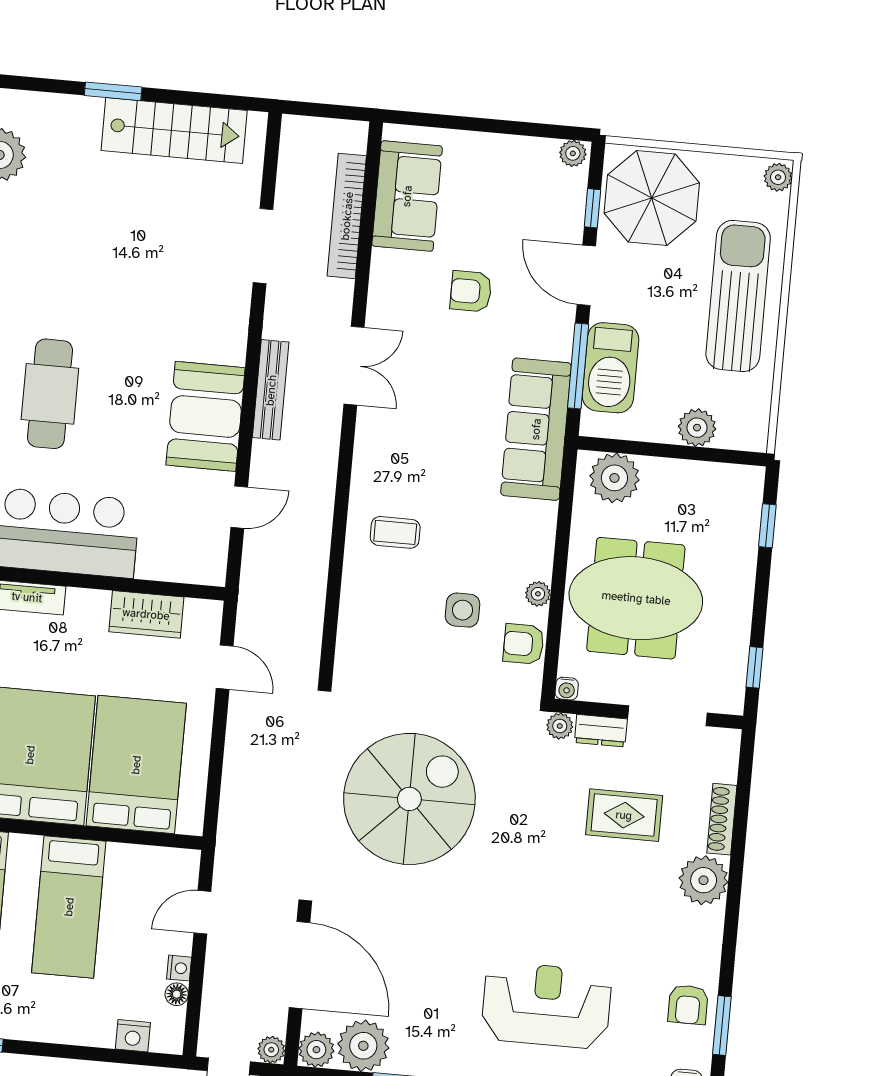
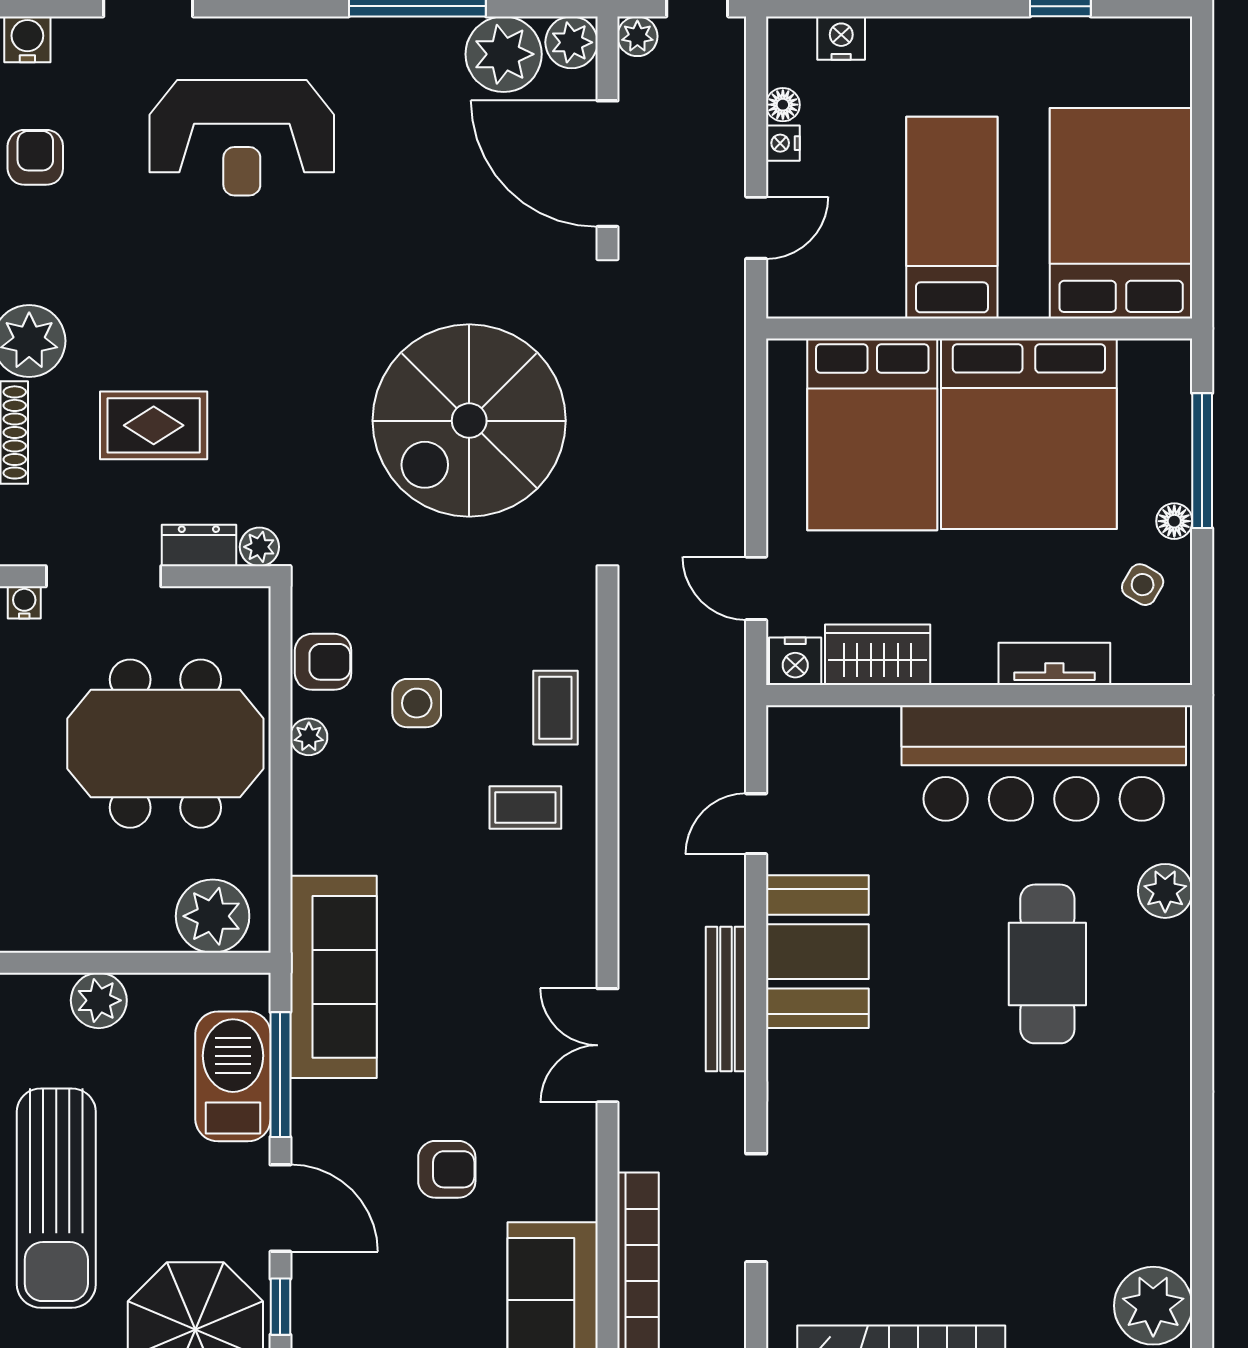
coffee table: (369, 598) -> (555, 708), added
nightstand: (203, 615) -> (795, 661), added
water cooler: (567, 689) -> (24, 602), moved

